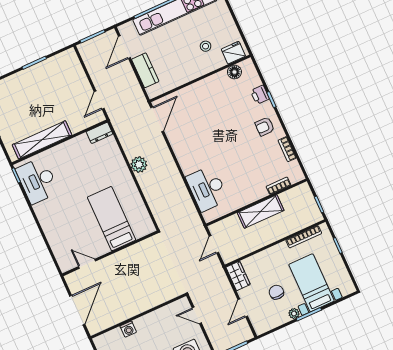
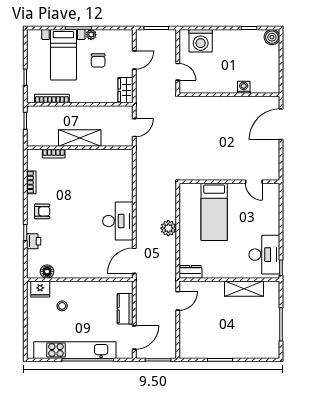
shelving: (42, 140) -> (244, 289), width x0.68
desk: (207, 189) -> (118, 221), moved
bed: (112, 219) -> (214, 212), moved
wall: (110, 253) -> (229, 182), moved
door: (87, 264) -> (254, 182), moved

